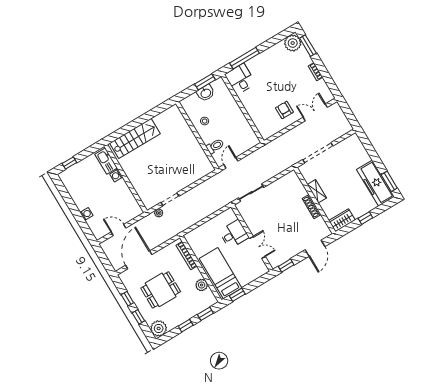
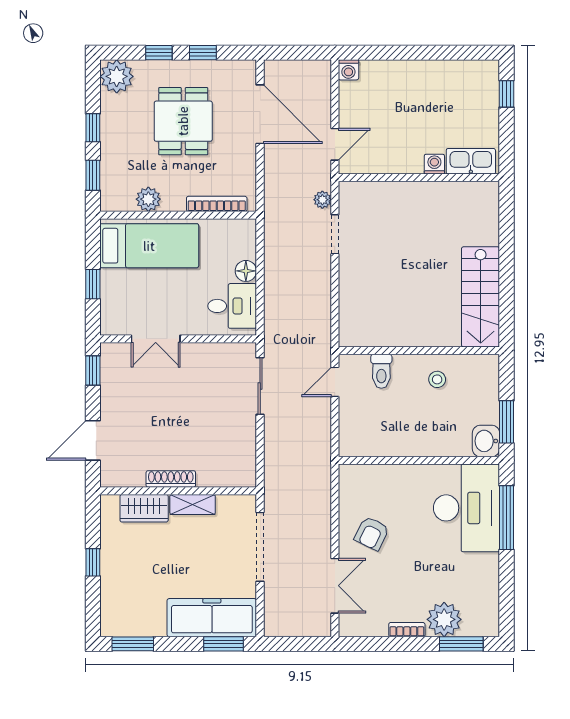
plant: (293, 43) -> (444, 619), moved
desk: (240, 79) -> (467, 508), width x1.87, depth x1.30
washbasin: (206, 93) -> (486, 441), moved
armchair: (284, 110) -> (372, 533), turned 116
stairs: (135, 138) -> (481, 297), moved
window: (367, 144) -> (223, 644), added
door: (231, 163) -> (335, 382), swing flipped
freezer: (375, 183) -> (212, 618), moved
washing machine: (86, 214) -> (348, 70), moved
wardrobe: (342, 220) -> (144, 508), moved, turned 90
floor lamp: (207, 227) -> (246, 271), added
door: (119, 230) -> (335, 144), moved
desk: (234, 234) -> (232, 306), moved, turned -90
door: (315, 248) -> (93, 440), hinge flipped
window: (237, 295) -> (93, 284), moved

